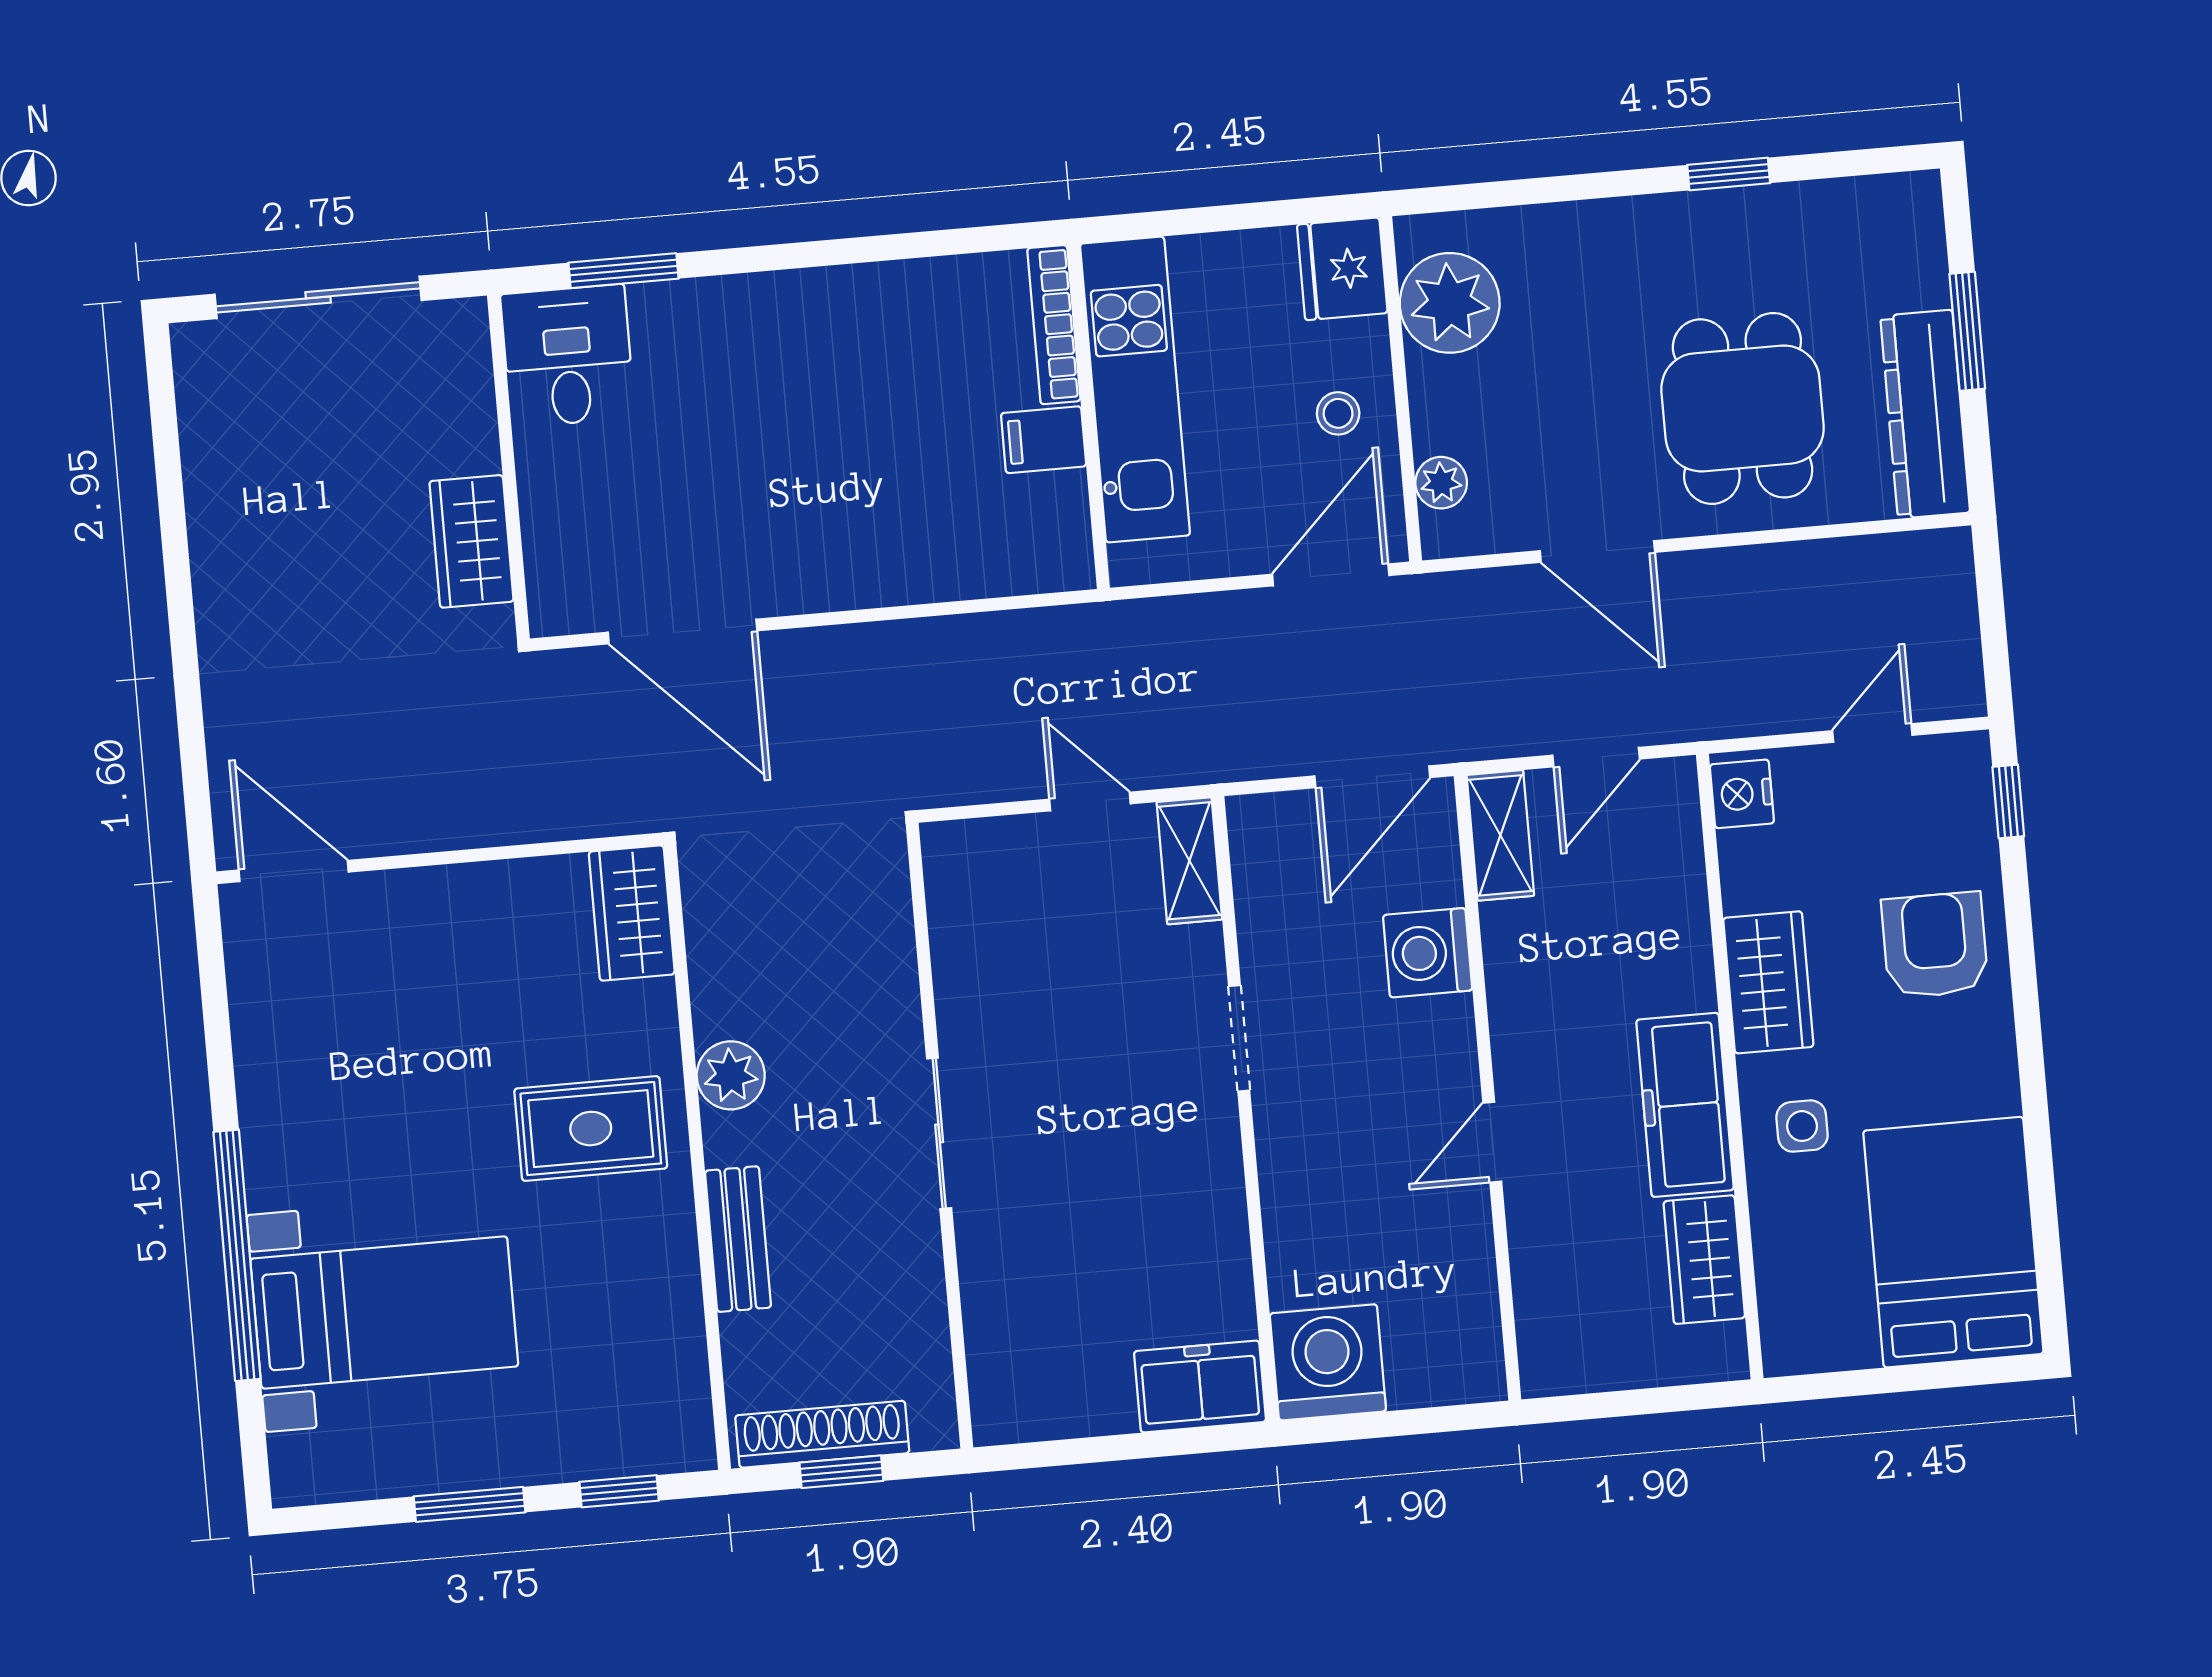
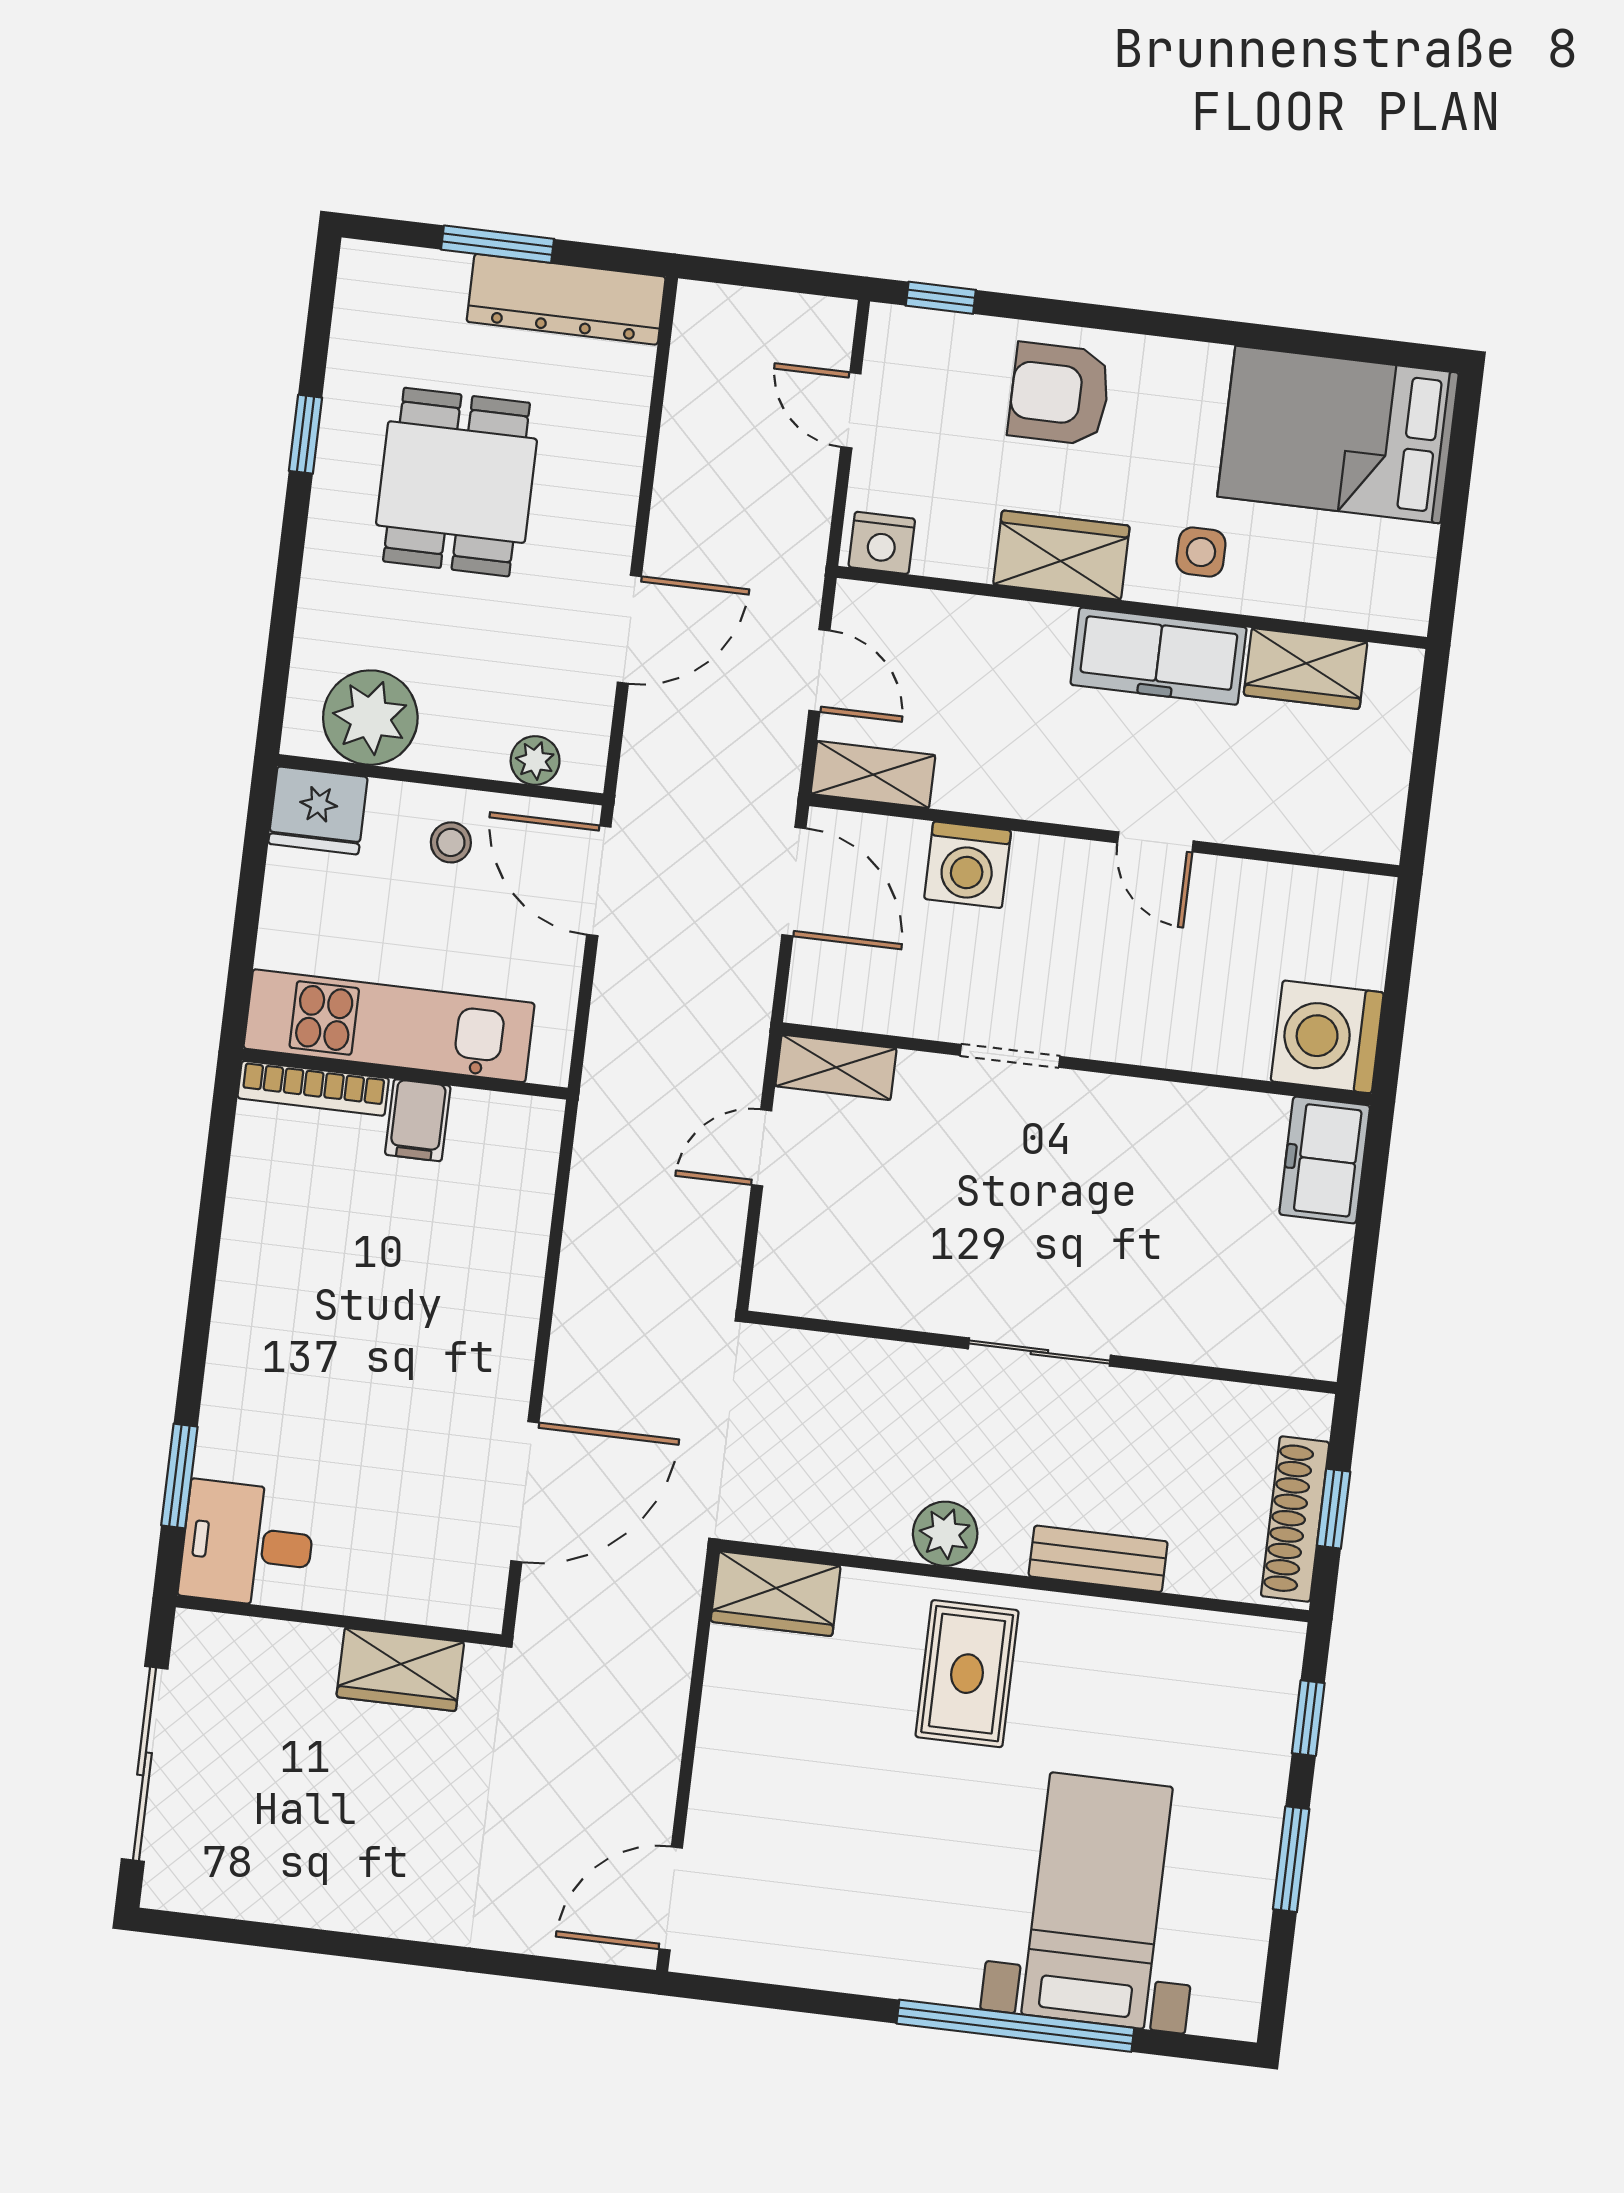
dining table: (1743, 408) -> (457, 482), moved, turned 90

